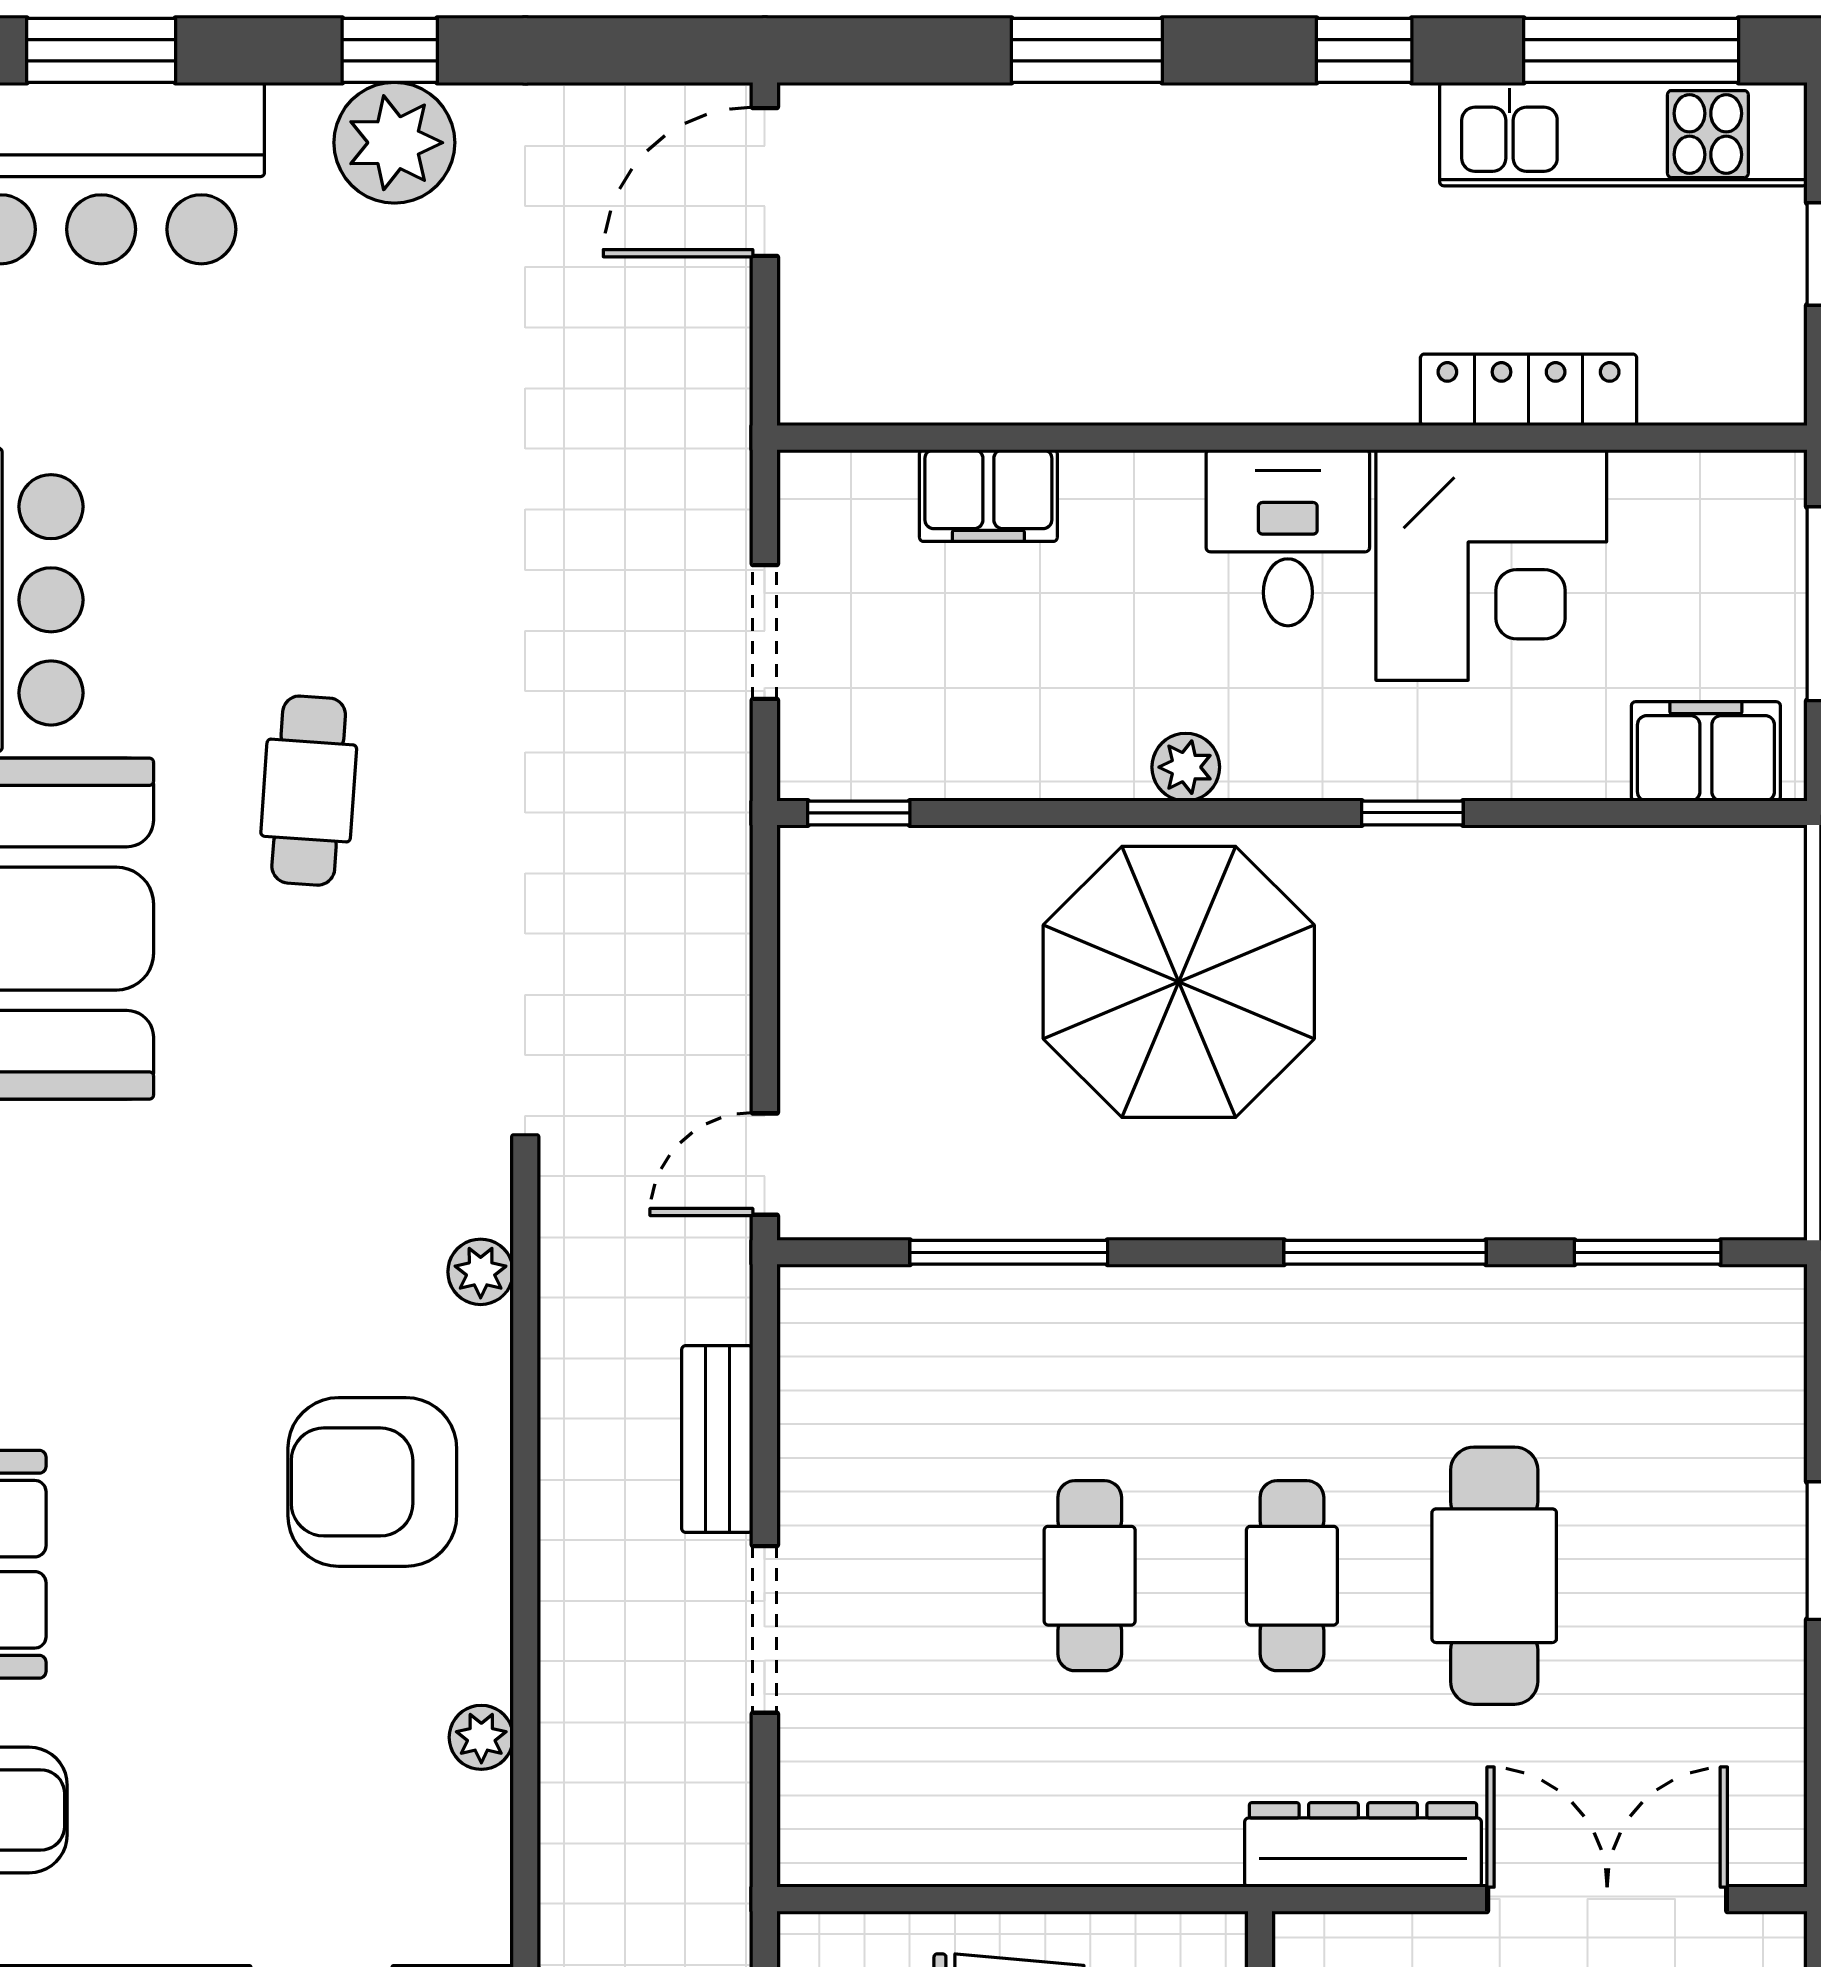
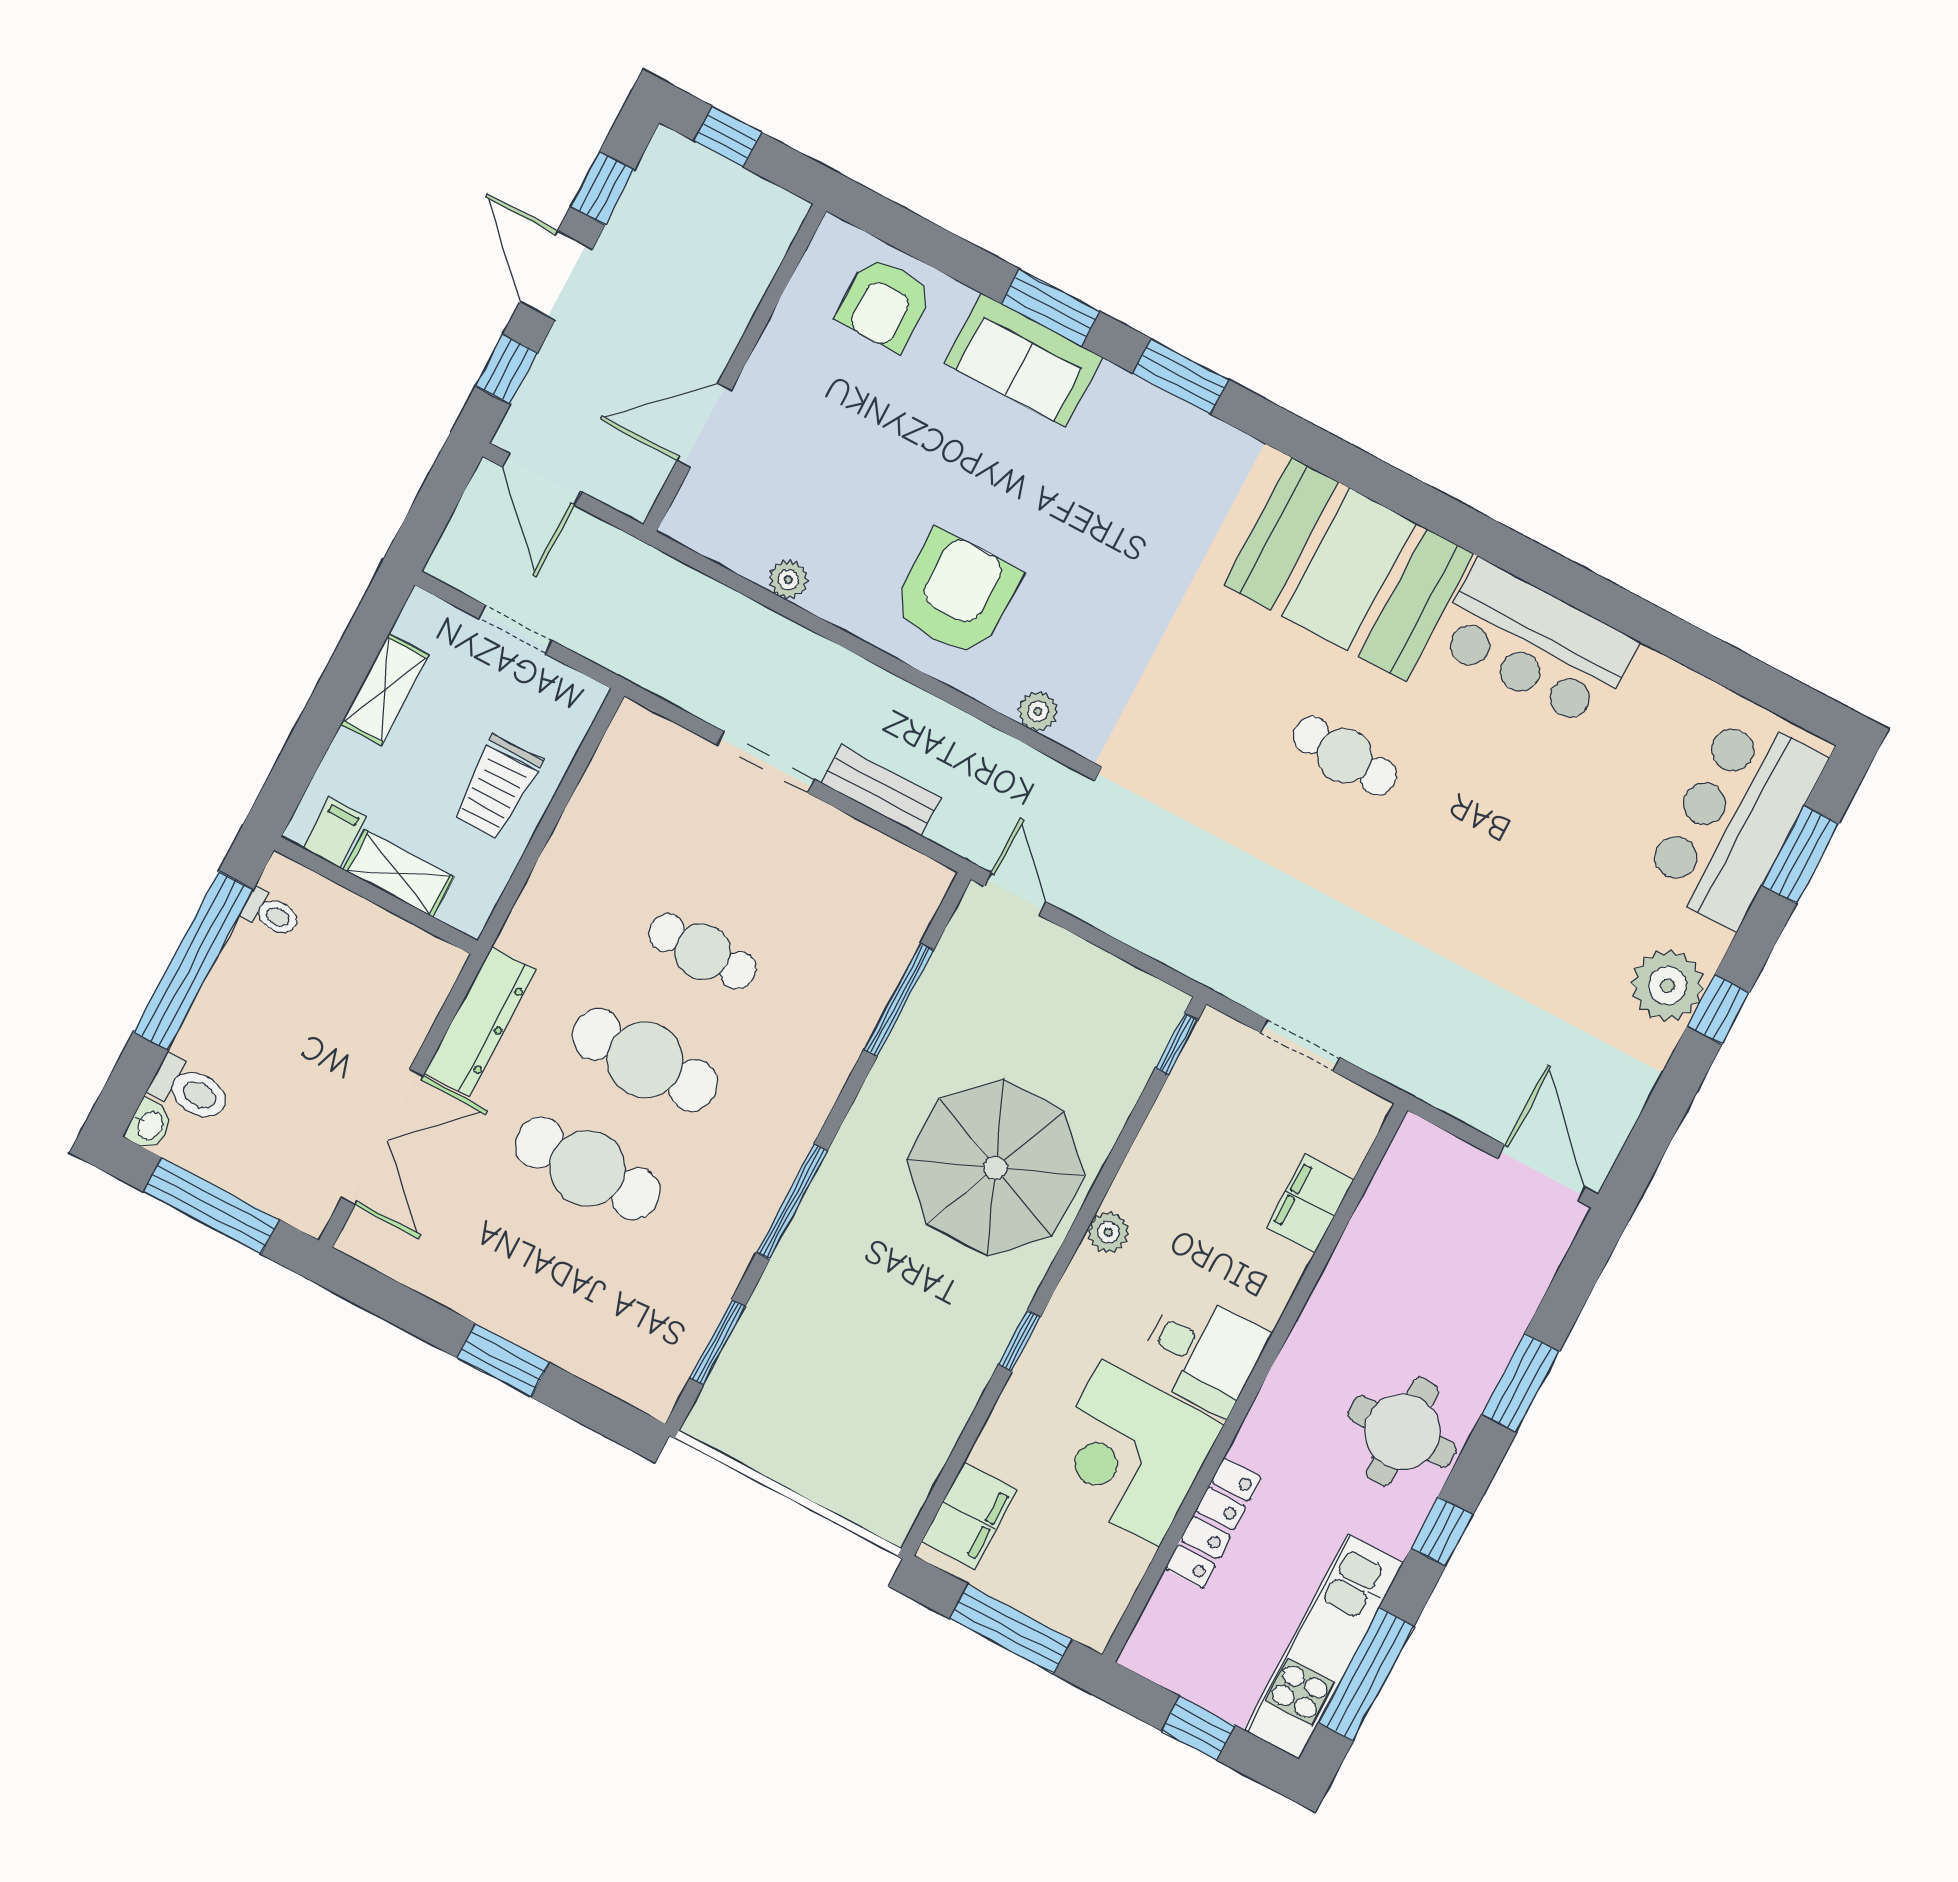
round table: (1249, 185) -> (1402, 1432), added
cafe table: (1292, 1576) -> (645, 1060), width x1.37, depth x1.35

